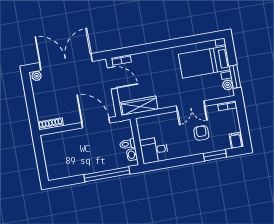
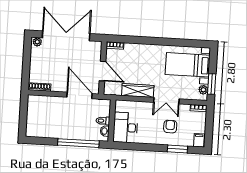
door: (112, 78) -> (103, 71), moved
wardrobe: (139, 106) -> (138, 91), moved
desk: (154, 150) -> (125, 128), width x1.37

